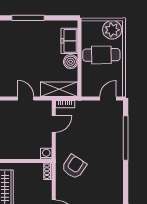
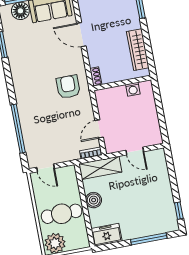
freezer: (69, 41) -> (107, 235), moved, turned -90
door: (108, 98) -> (45, 168), hinge flipped
washing machine: (46, 154) -> (133, 89), moved
armchair: (74, 167) -> (68, 87), turned 146

